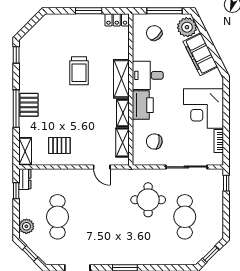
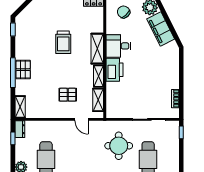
corner desk: (204, 108) -> (163, 73), removed
chair: (154, 141) -> (124, 99), removed
pallet: (59, 145) -> (68, 95), moved

